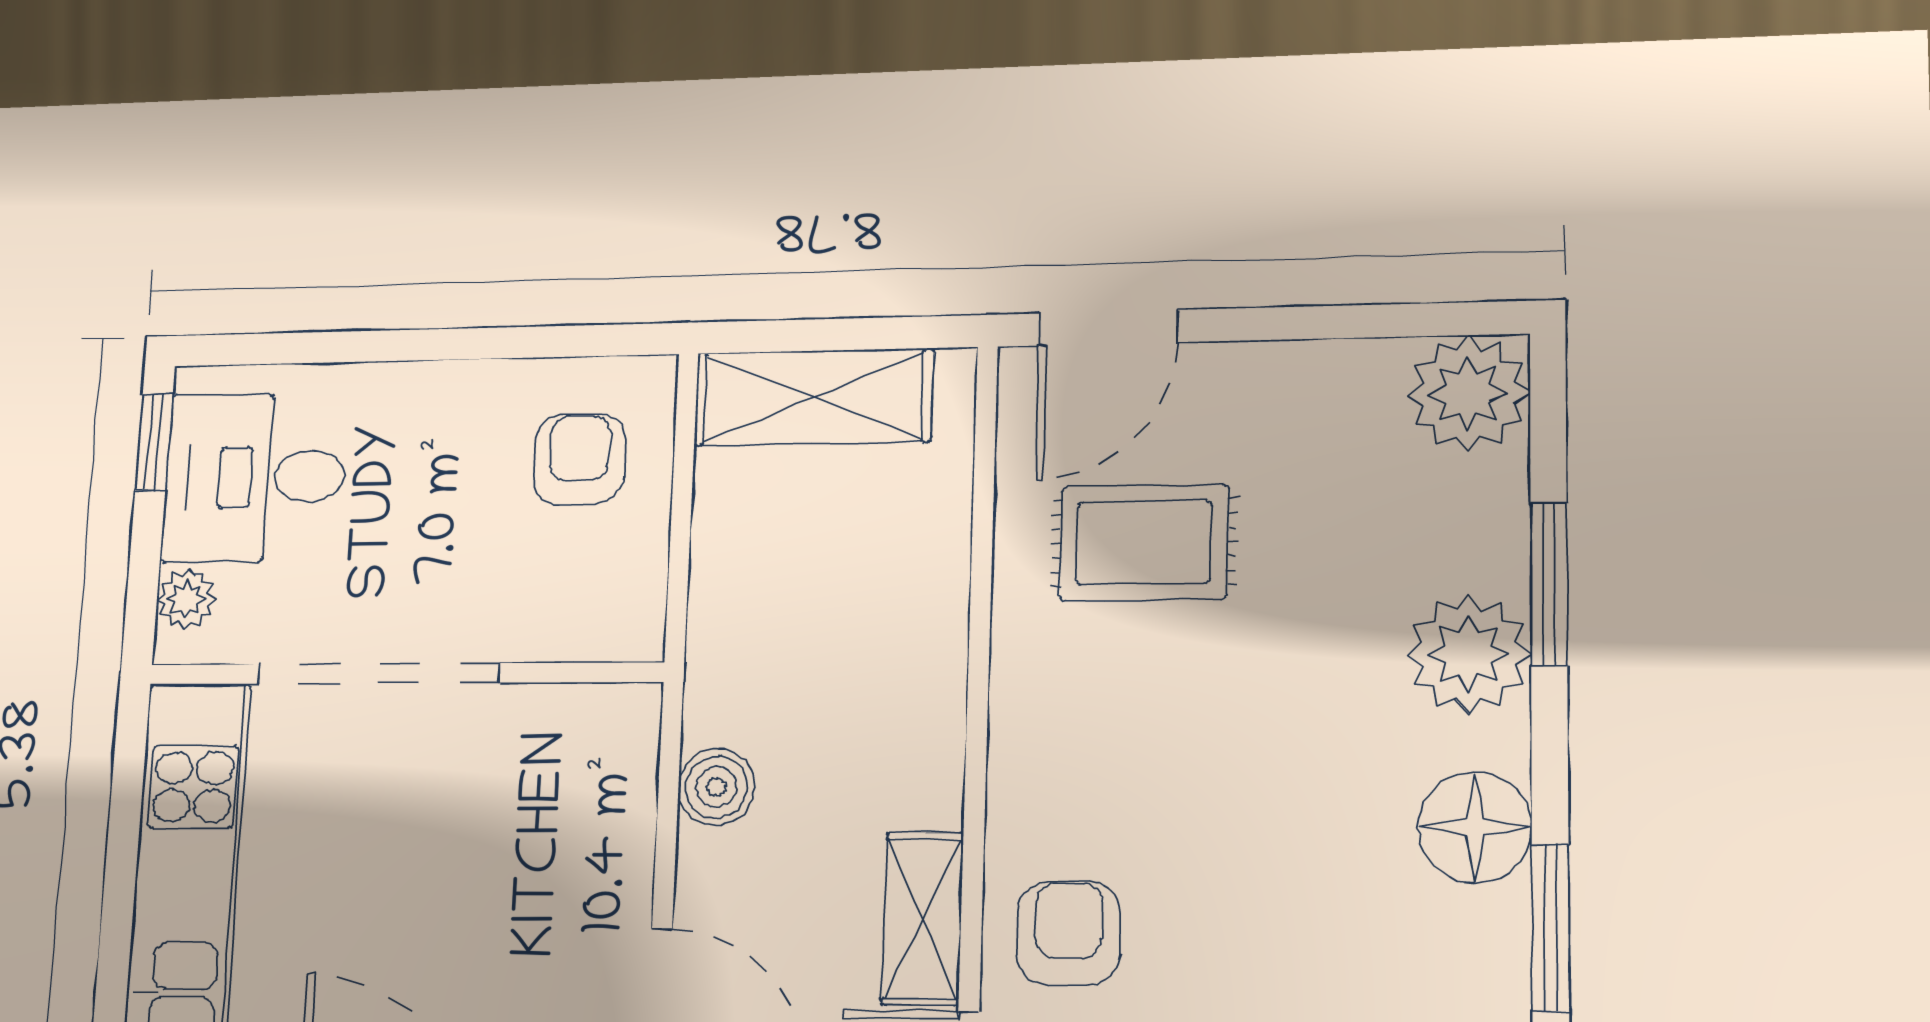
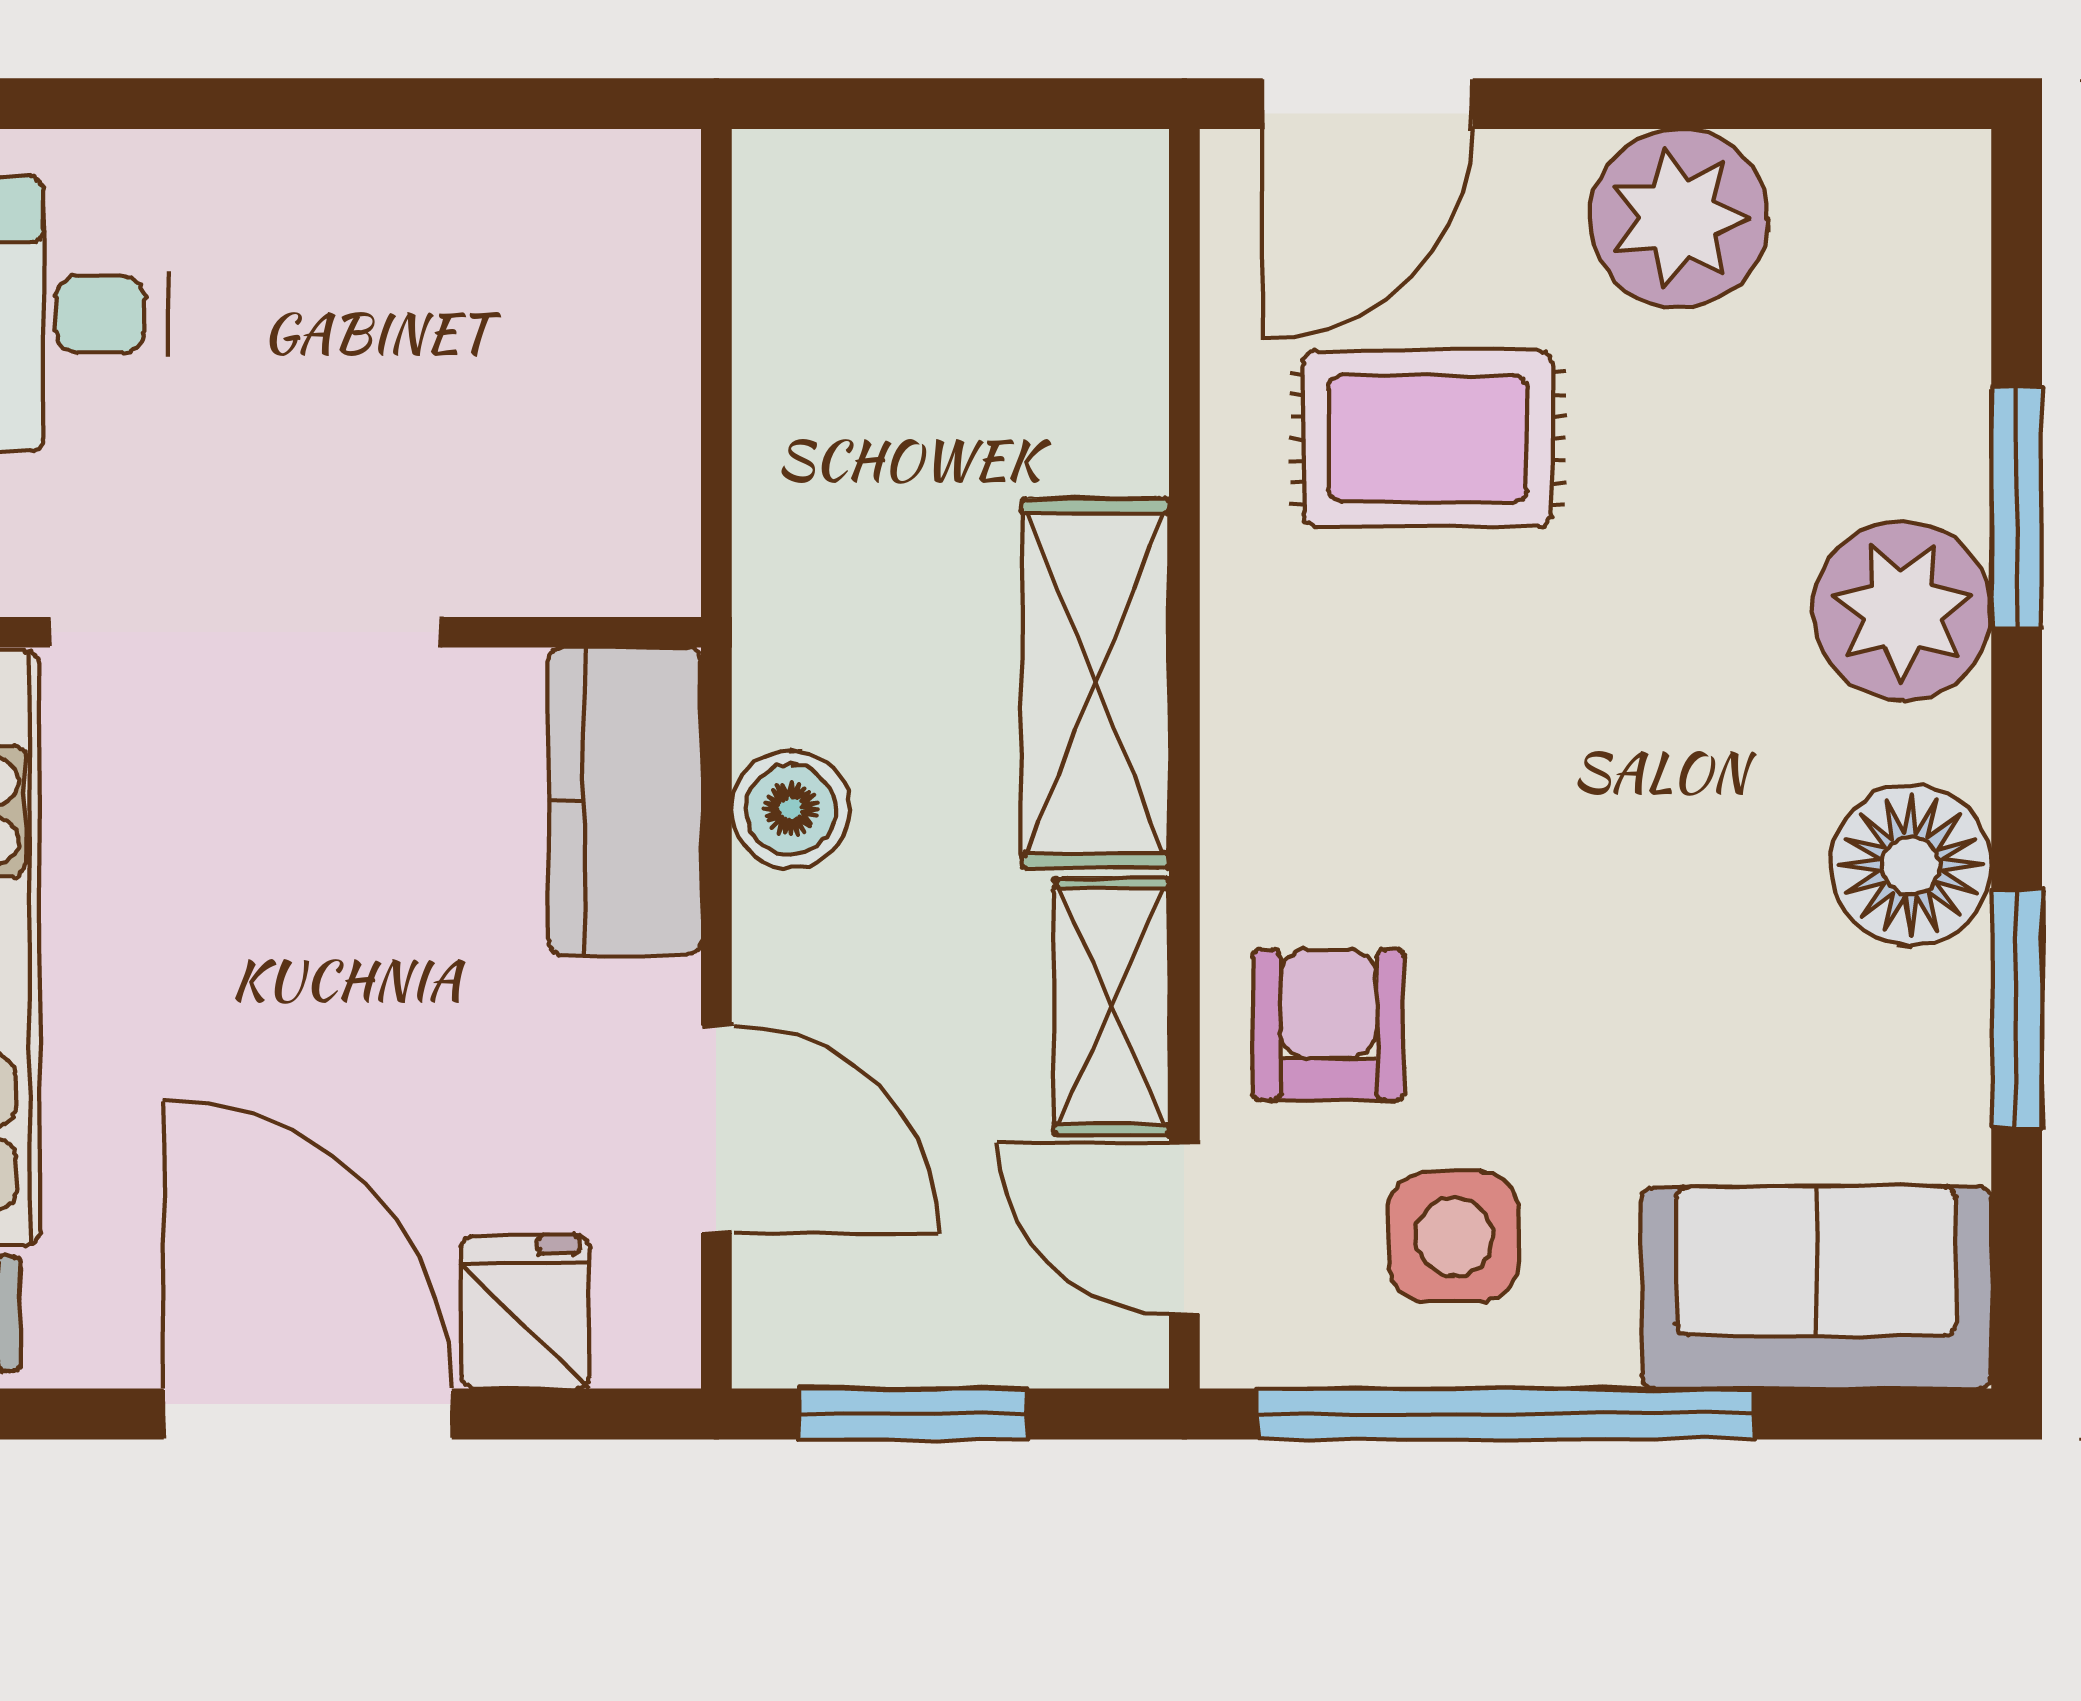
plant: (1468, 393) -> (1679, 218), moved
shelving: (813, 397) -> (1095, 683), moved, turned 90
armchair: (579, 459) -> (550, 295), removed
kitchen counter: (610, 781) -> (625, 801), added

